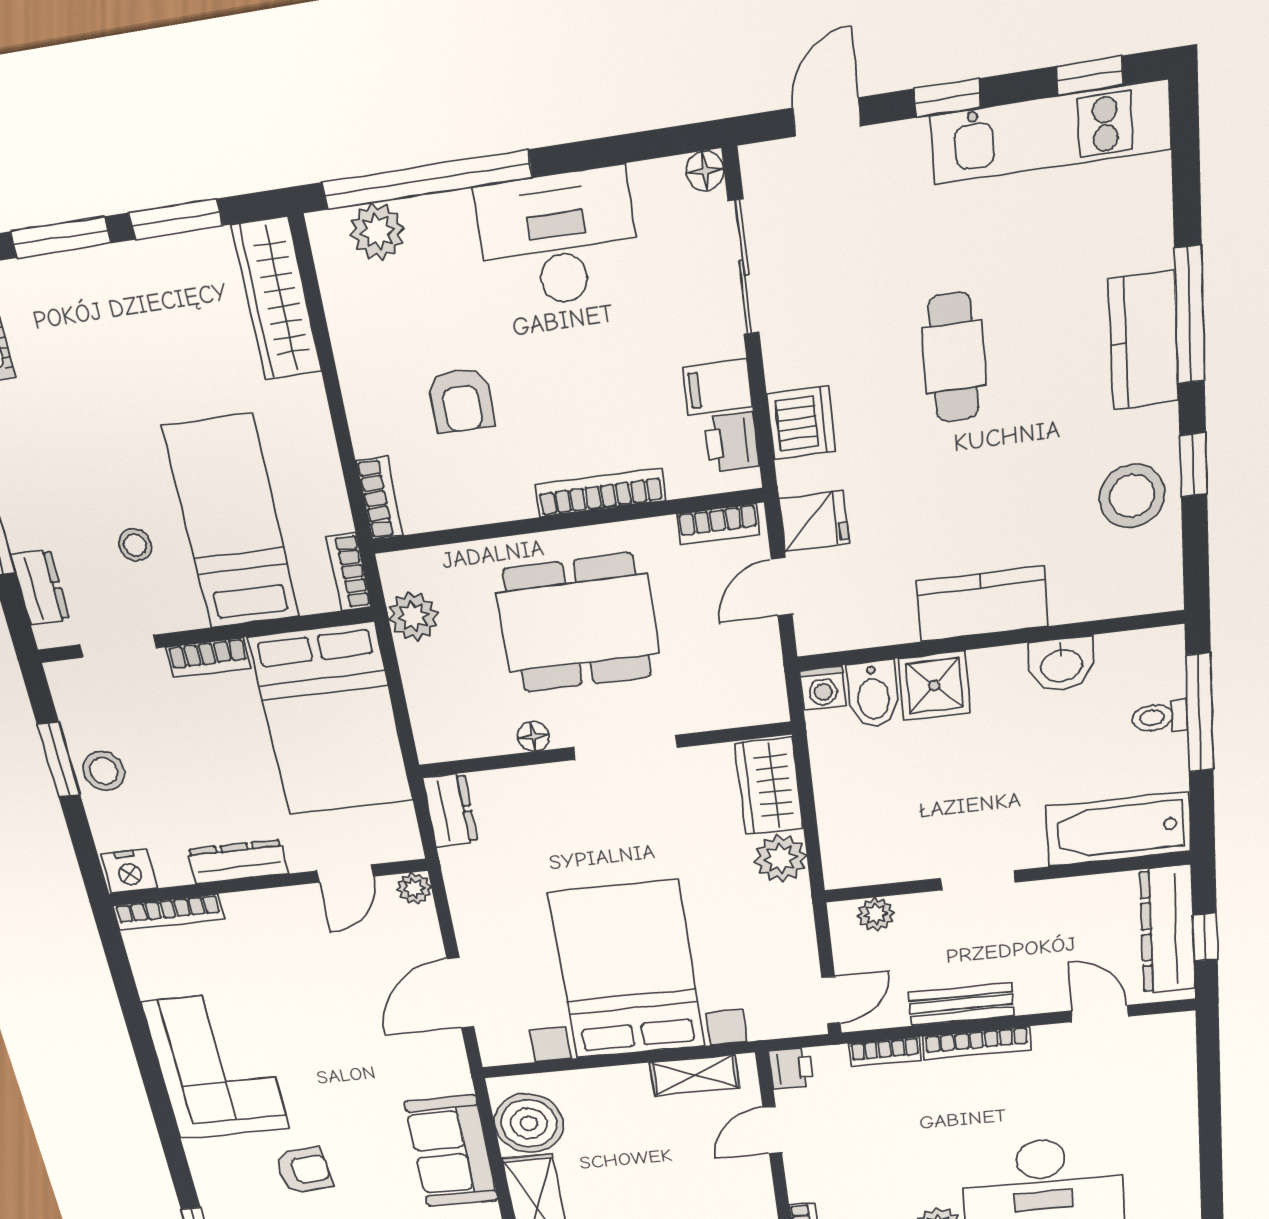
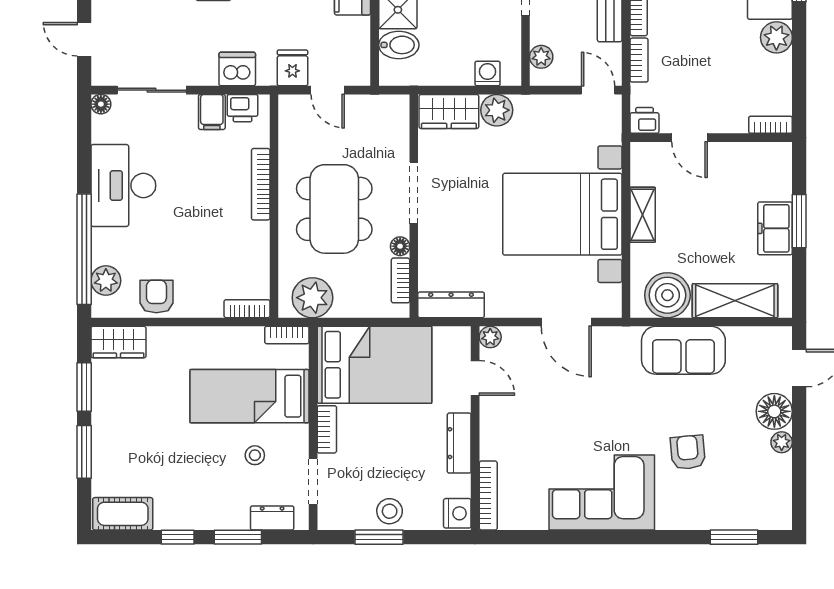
wardrobe: (277, 299) -> (118, 342), width x0.67
armchair: (461, 400) -> (156, 297), moved, turned -90
bookcase: (718, 524) -> (401, 280), moved, turned 180
plant: (413, 616) -> (312, 298), width x1.36, depth x1.36
washing machine: (823, 688) -> (488, 73), moved, turned -90
dresser: (450, 810) -> (451, 305), width x1.44
shelving: (695, 1075) -> (643, 215), moved

